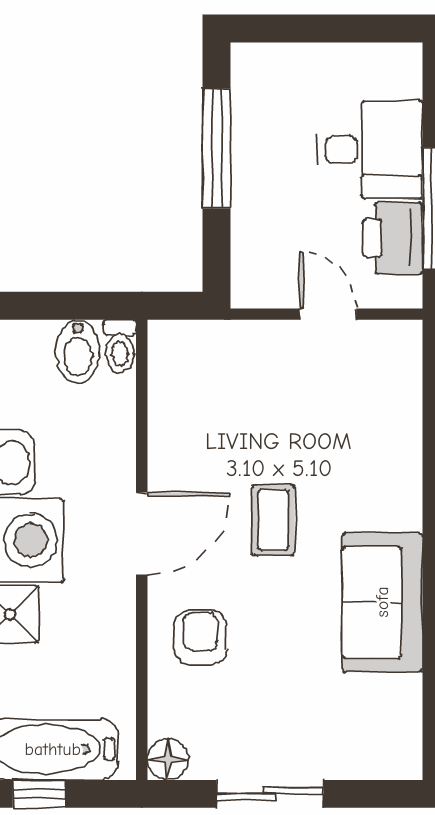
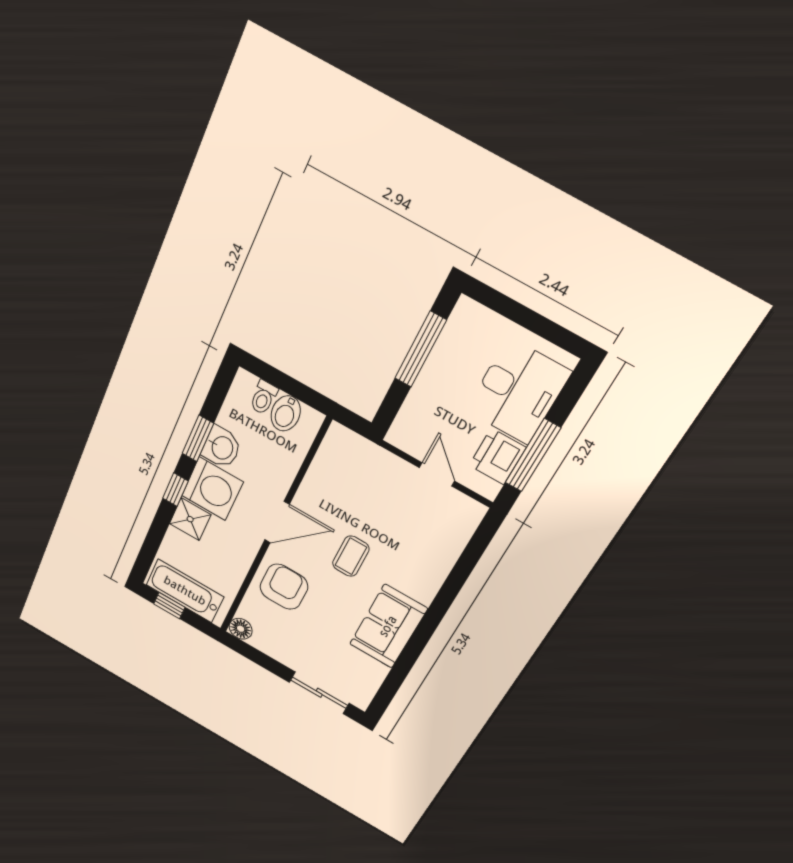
desk: (370, 150) -> (518, 391), width x1.37
toilet: (120, 346) -> (263, 398), moved
armchair: (200, 638) -> (284, 587), width x1.38, depth x1.38
sliding door: (270, 794) -> (319, 693), moved

